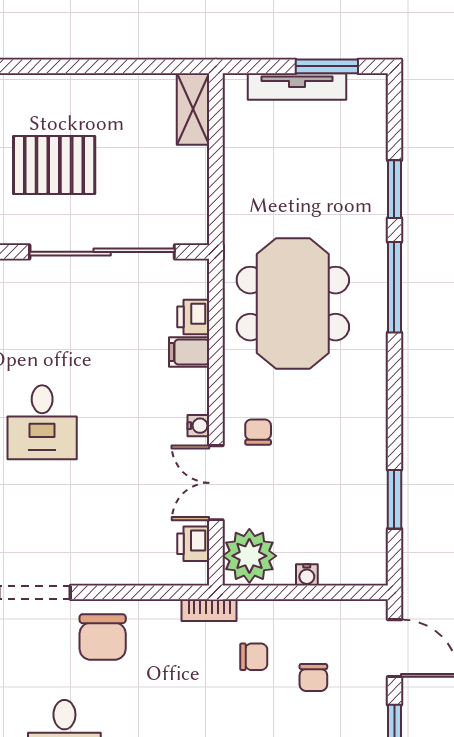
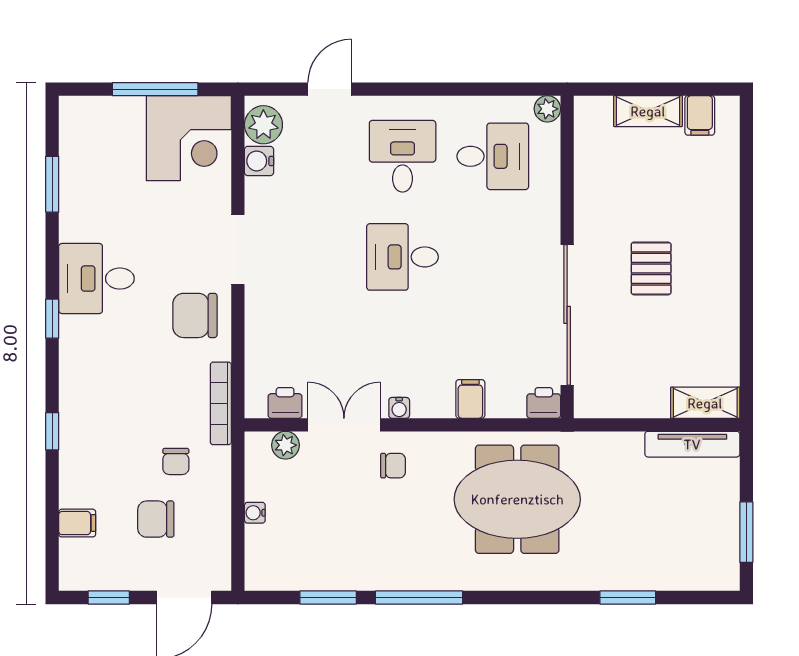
tv unit: (297, 86) -> (692, 444), moved, turned -90
pallet: (54, 165) -> (651, 268), width x0.67, depth x0.71
window: (394, 287) -> (419, 598), moved
printer: (193, 317) -> (544, 403), moved
plant: (249, 556) -> (285, 445), width x0.53, depth x0.53
bookcase: (209, 610) -> (221, 403), width x1.56
chair: (313, 678) -> (156, 519), width x1.37, depth x1.37

